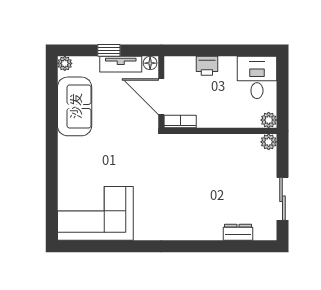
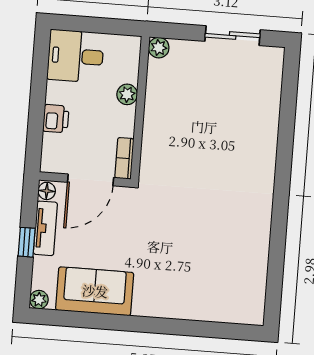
plant: (269, 120) -> (127, 94), moved
corner sofa: (95, 213) -> (233, 275), removed
dresser: (238, 232) -> (271, 95), removed

